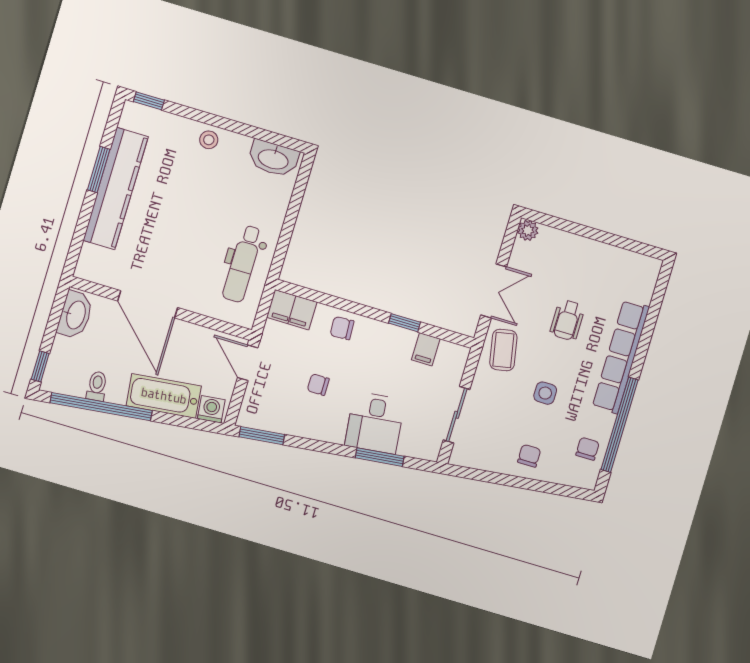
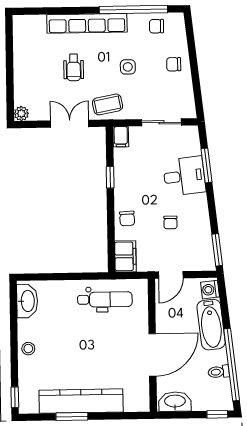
wheelchair: (567, 320) -> (74, 67), turned 90
filing cabinet: (426, 349) -> (121, 137), moved, turned 90

